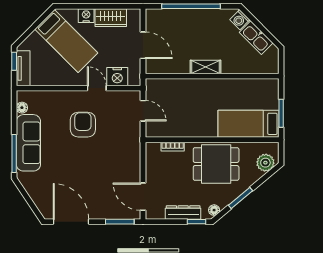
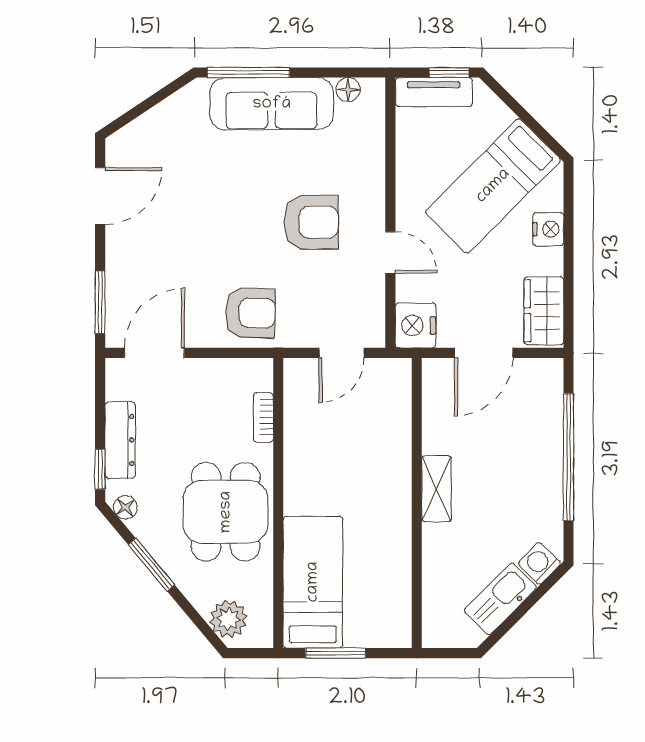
wardrobe: (111, 18) -> (544, 311), moved
nightstand: (117, 77) -> (416, 325), moved
door: (97, 88) -> (390, 252), hinge flipped
armchair: (125, 153) -> (250, 313), added
door: (71, 222) -> (100, 196), width x0.73

